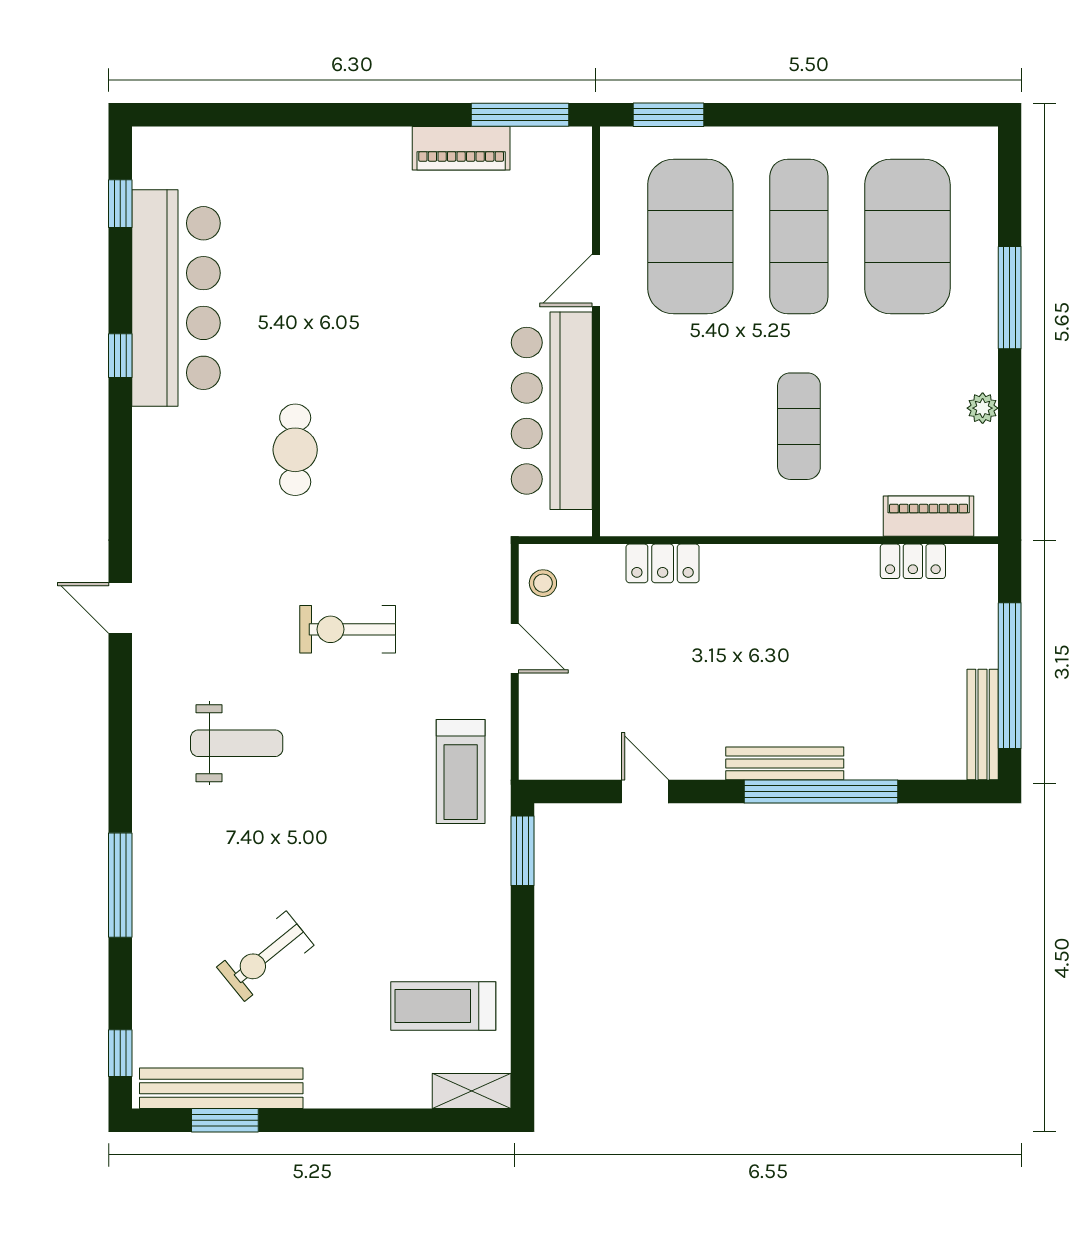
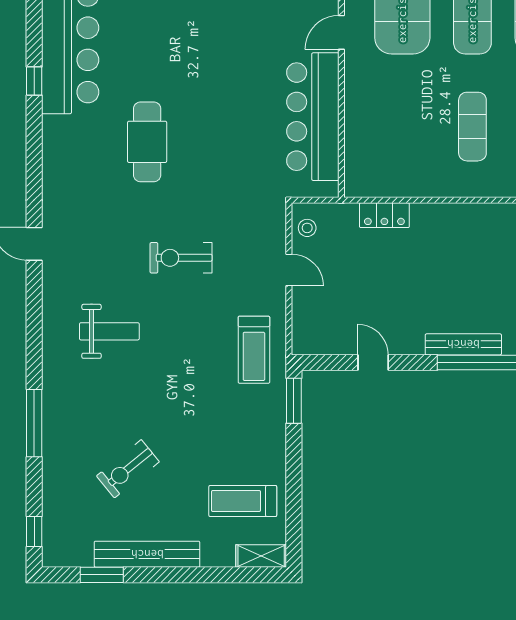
cafe table: (295, 450) -> (147, 142), width x1.37, depth x1.35
bench: (221, 1088) -> (147, 554), moved

